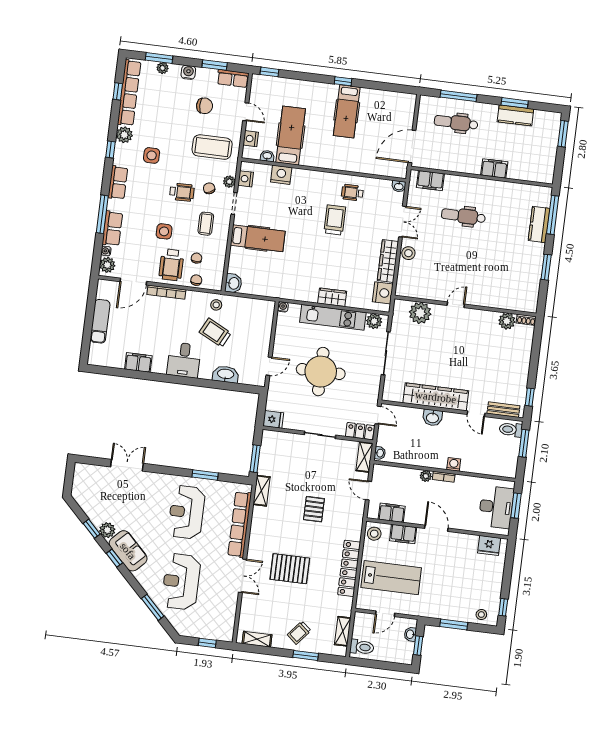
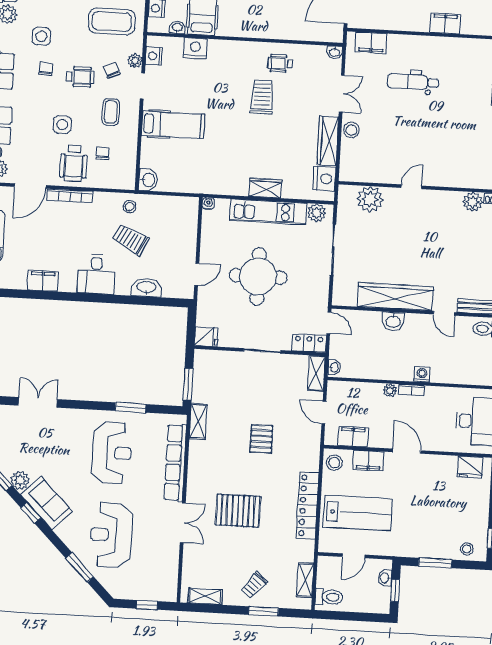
chair: (196, 280) -> (46, 69), moved
reception desk: (187, 512) -> (112, 453), turned 180

